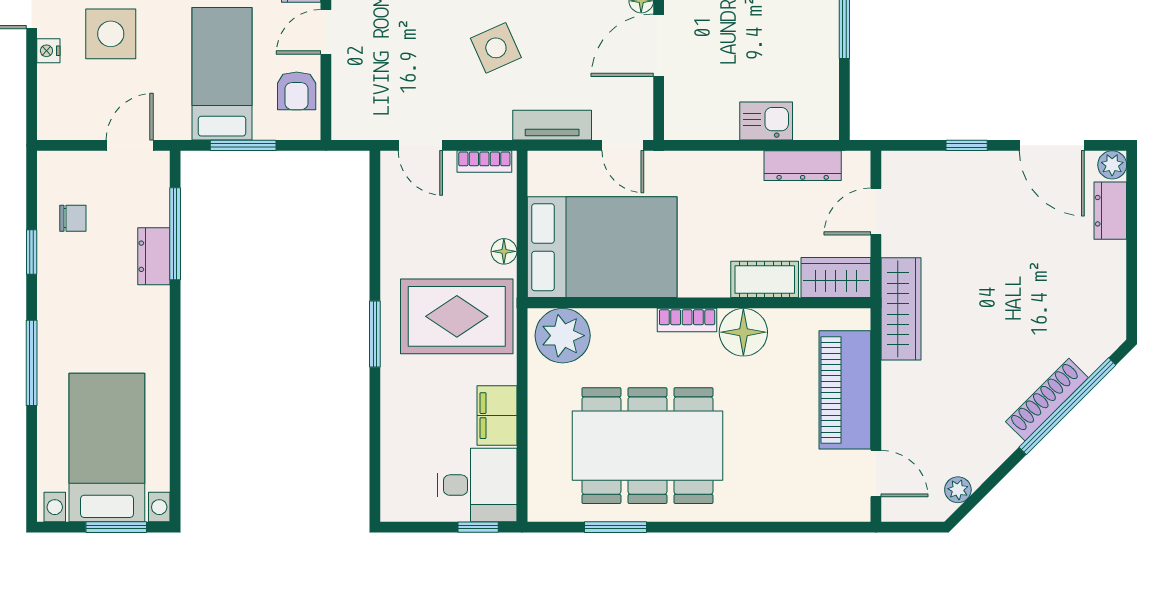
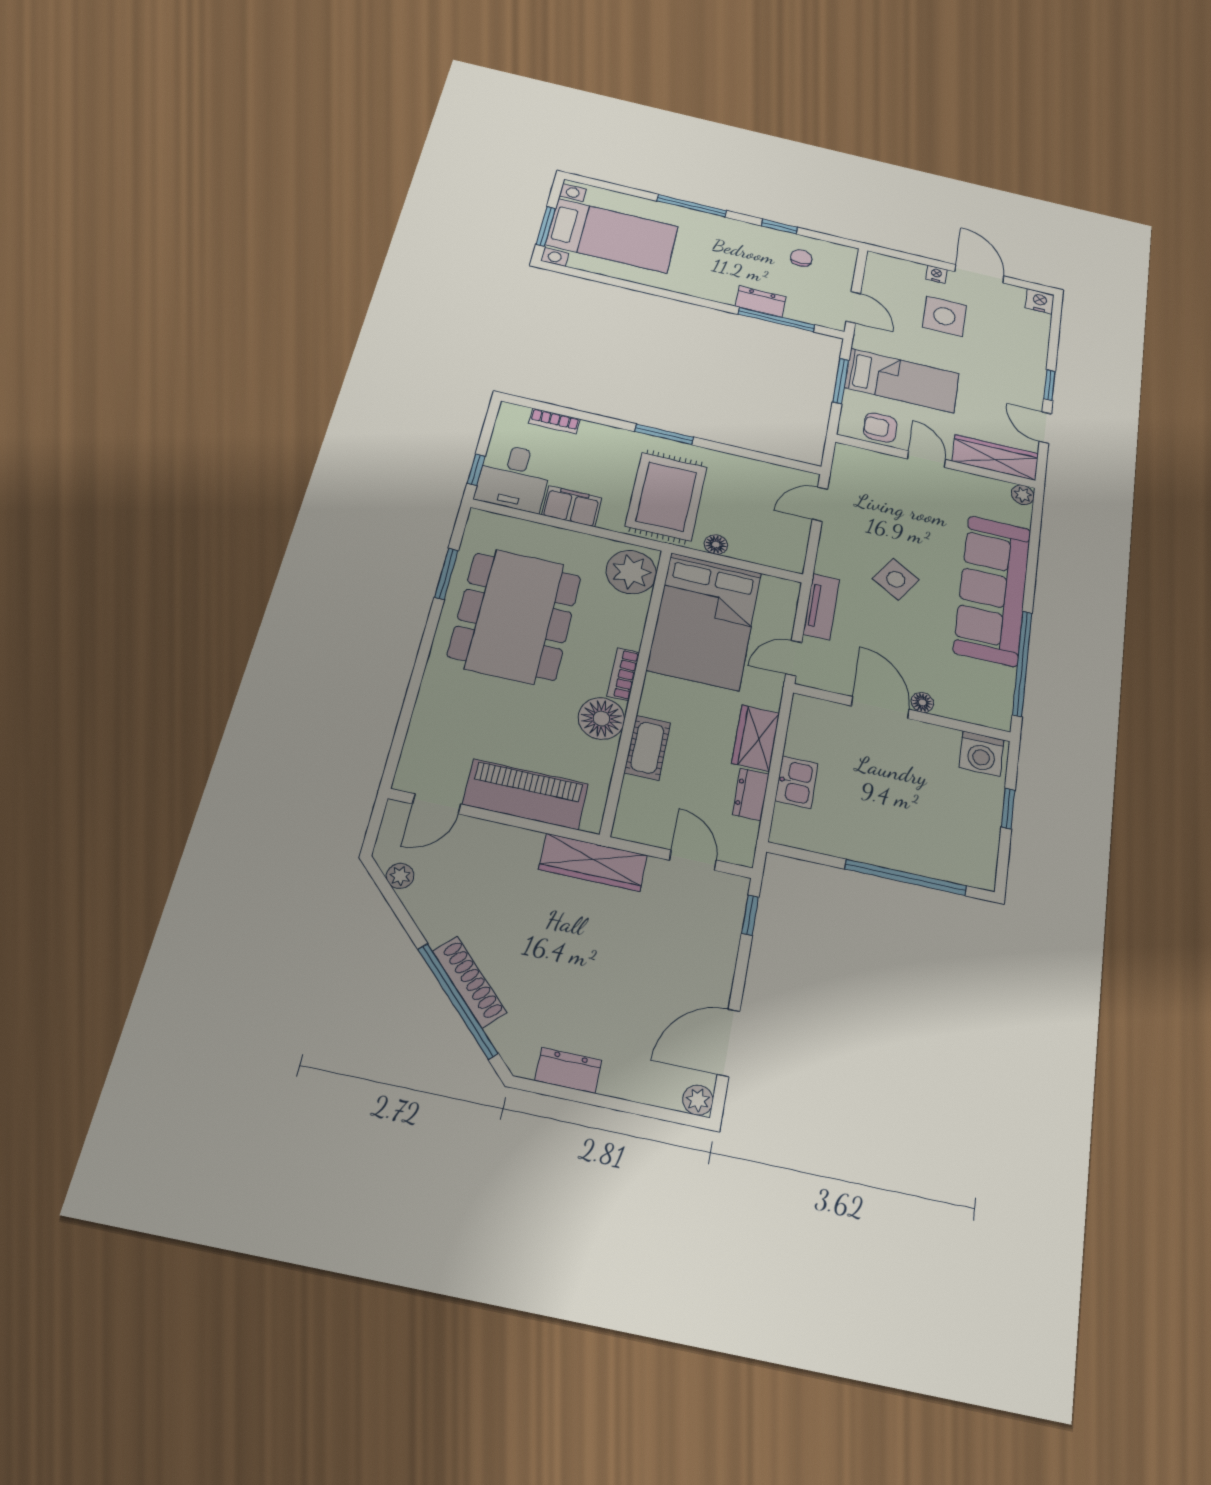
side table: (496, 48) -> (896, 579), turned -34
window: (967, 145) -> (750, 915), moved
bookcase: (484, 162) -> (554, 421), moved, turned -90
dresser: (803, 166) -> (751, 794), width x0.70
dresser: (1110, 211) -> (568, 1070), moved
chair: (73, 218) -> (801, 258), turned 180
wardrobe: (836, 278) -> (756, 738), moved, turned 180

